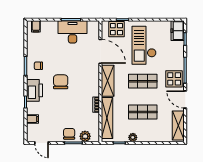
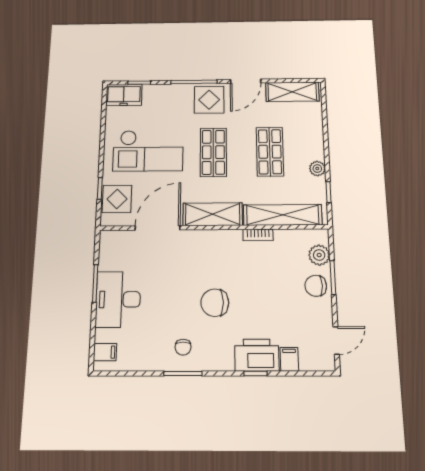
desk: (73, 32) -> (118, 299), moved
printer: (34, 90) -> (257, 355), moved

